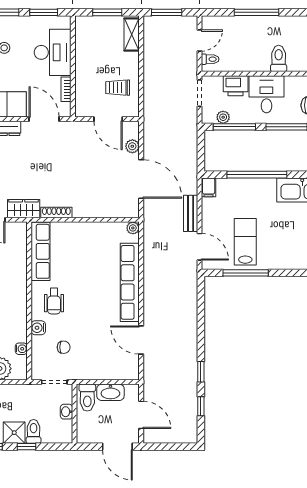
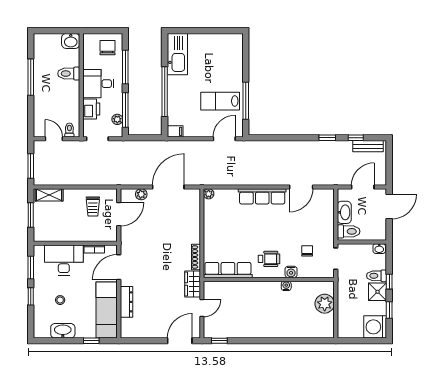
window: (256, 12) -> (31, 77), moved
bench: (191, 213) -> (368, 146), moved
row of seats: (130, 282) -> (262, 196), width x0.73
water cooler: (21, 349) -> (286, 286), moved
washbasin: (66, 412) -> (379, 249), moved

